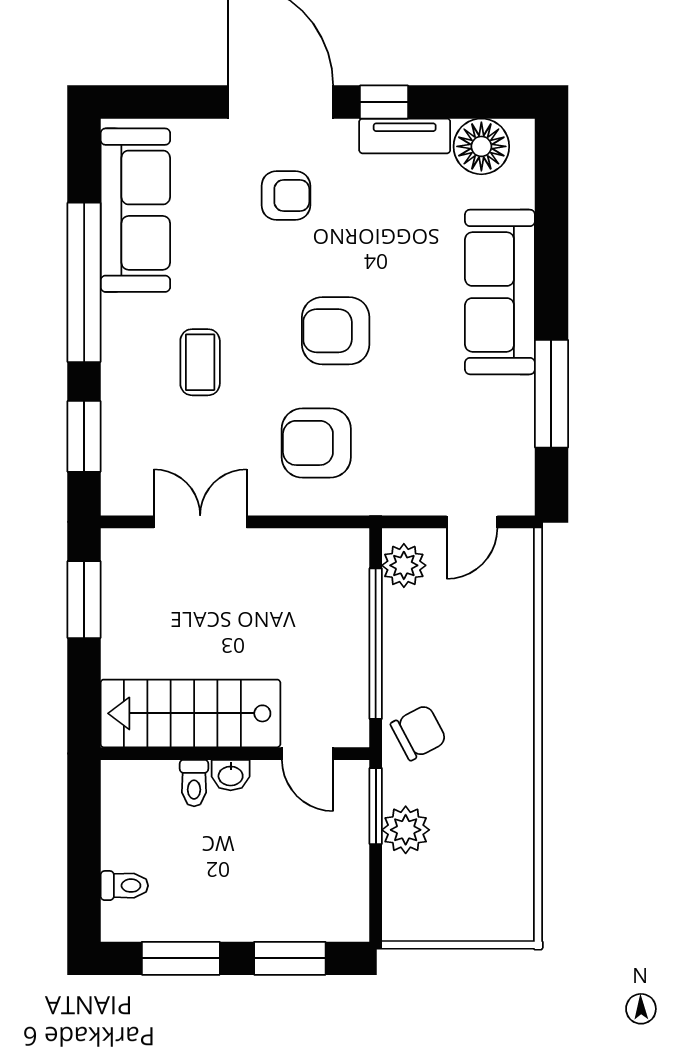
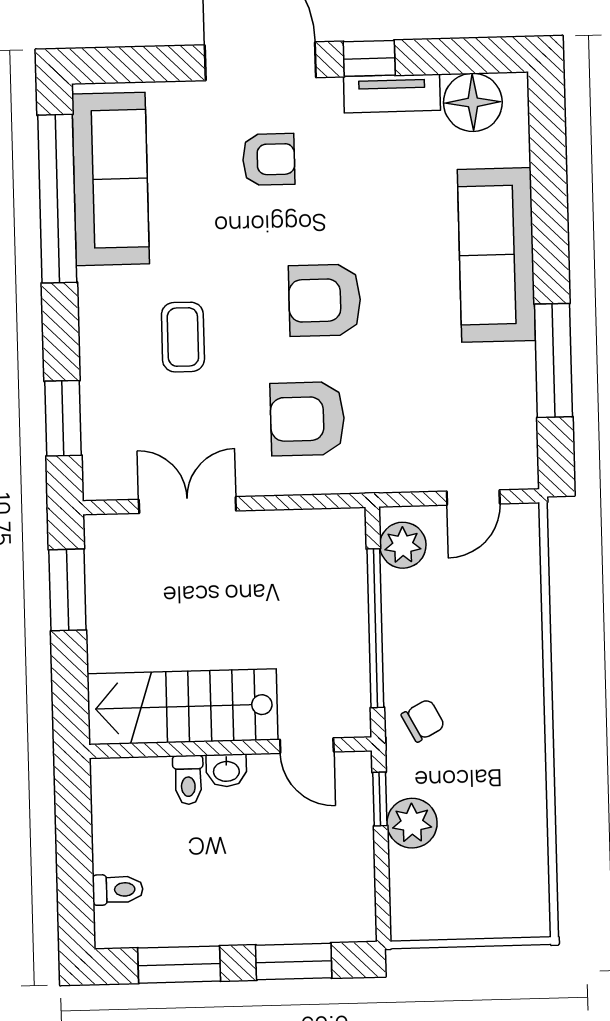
window: (84, 282) -> (57, 199), moved
chair: (419, 732) -> (423, 720), width x0.73, depth x0.73
window: (376, 806) -> (380, 799), width x0.67

